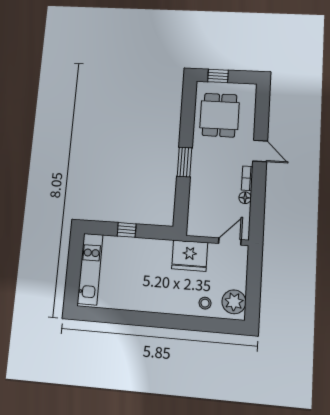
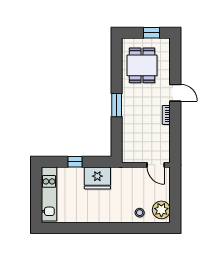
window: (218, 76) -> (152, 33), moved
floor lamp: (245, 198) -> (166, 130), removed
door: (230, 242) -> (156, 165), swing flipped
fridge: (190, 256) -> (97, 178), moved

